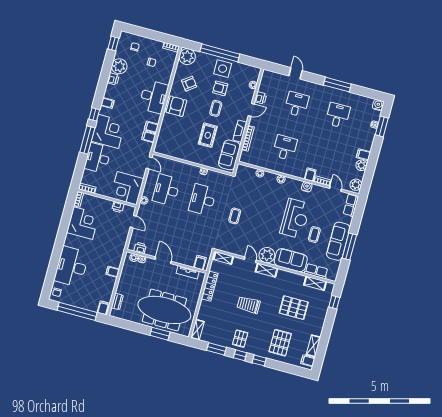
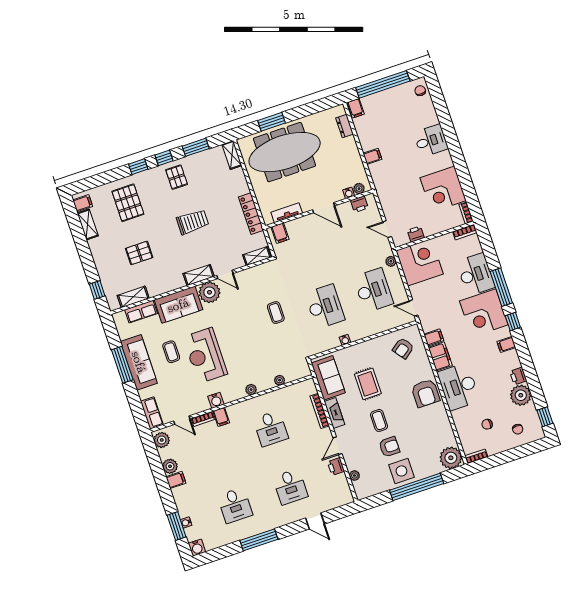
armchair: (189, 84) -> (403, 348), moved
filing cabinet: (151, 127) -> (440, 356), width x2.00
desk: (72, 267) -> (431, 141), width x0.53, depth x0.77
pallet: (294, 308) -> (139, 253), width x0.67, depth x0.71

